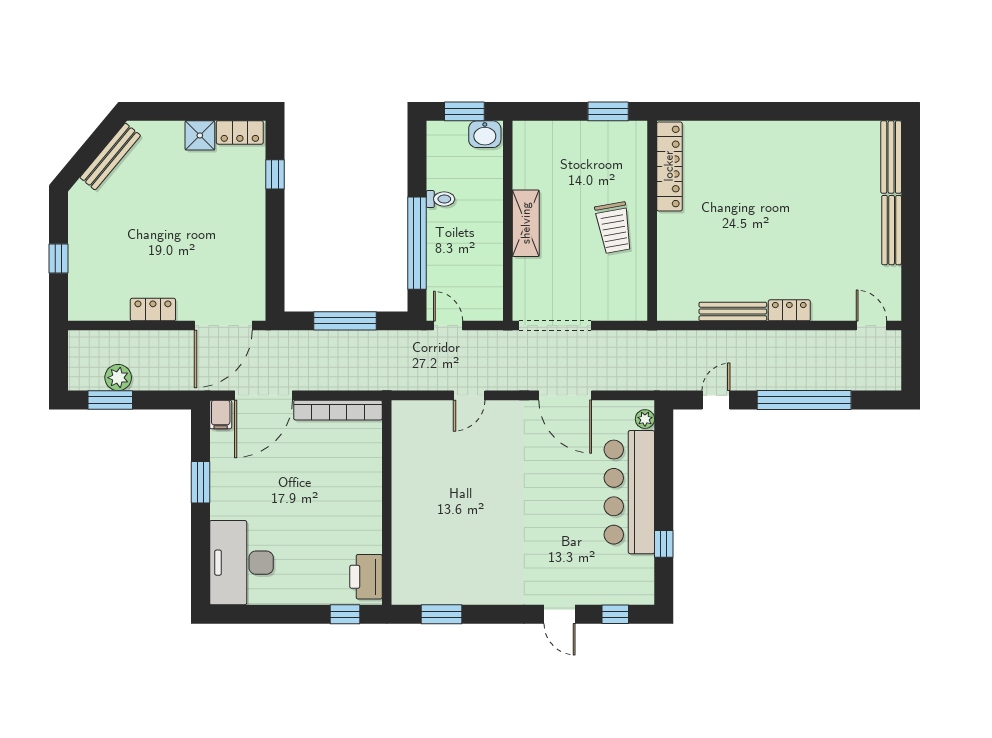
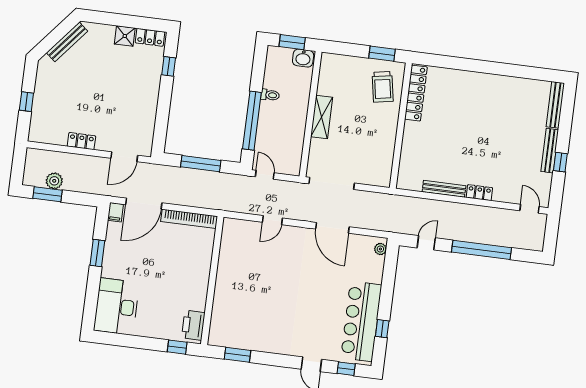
trolley: (614, 228) -> (383, 87), moved
window: (911, 246) -> (560, 162), added
door: (223, 326) -> (124, 157), width x0.73
bar counter: (629, 492) -> (361, 321), moved

